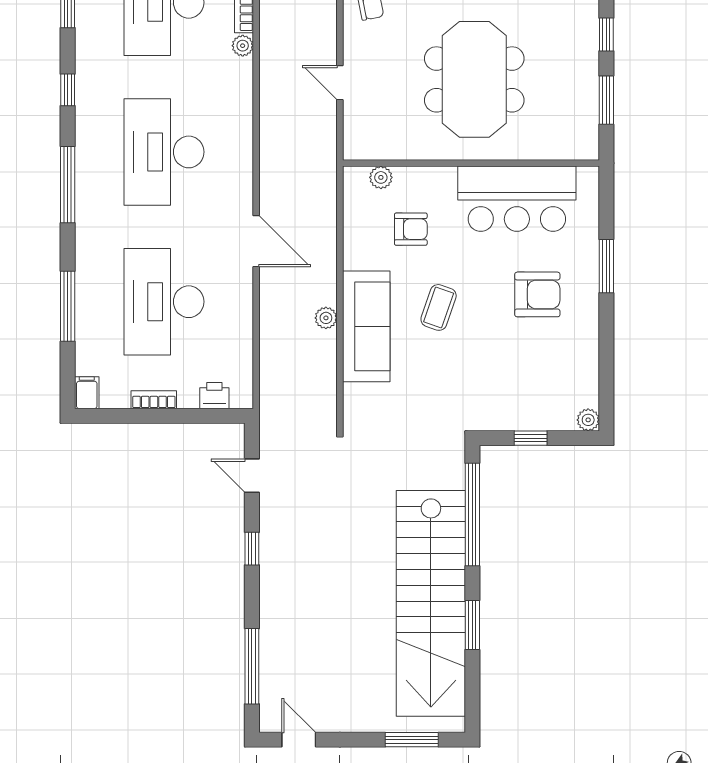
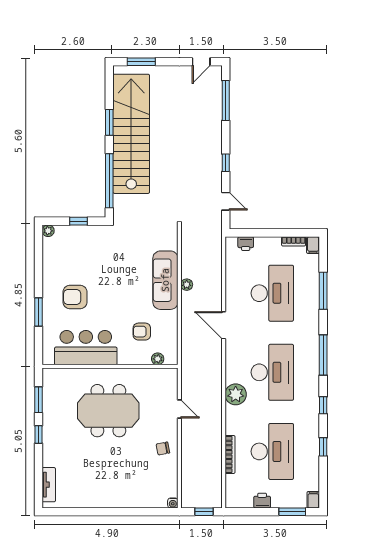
plant: (243, 46) -> (236, 394), moved, width x1.88, depth x1.88
meeting table: (474, 79) -> (108, 411), turned 90
coffee table: (439, 307) -> (127, 290), removed
bookcase: (154, 400) -> (294, 241), moved
door: (299, 740) -> (201, 62), hinge flipped

